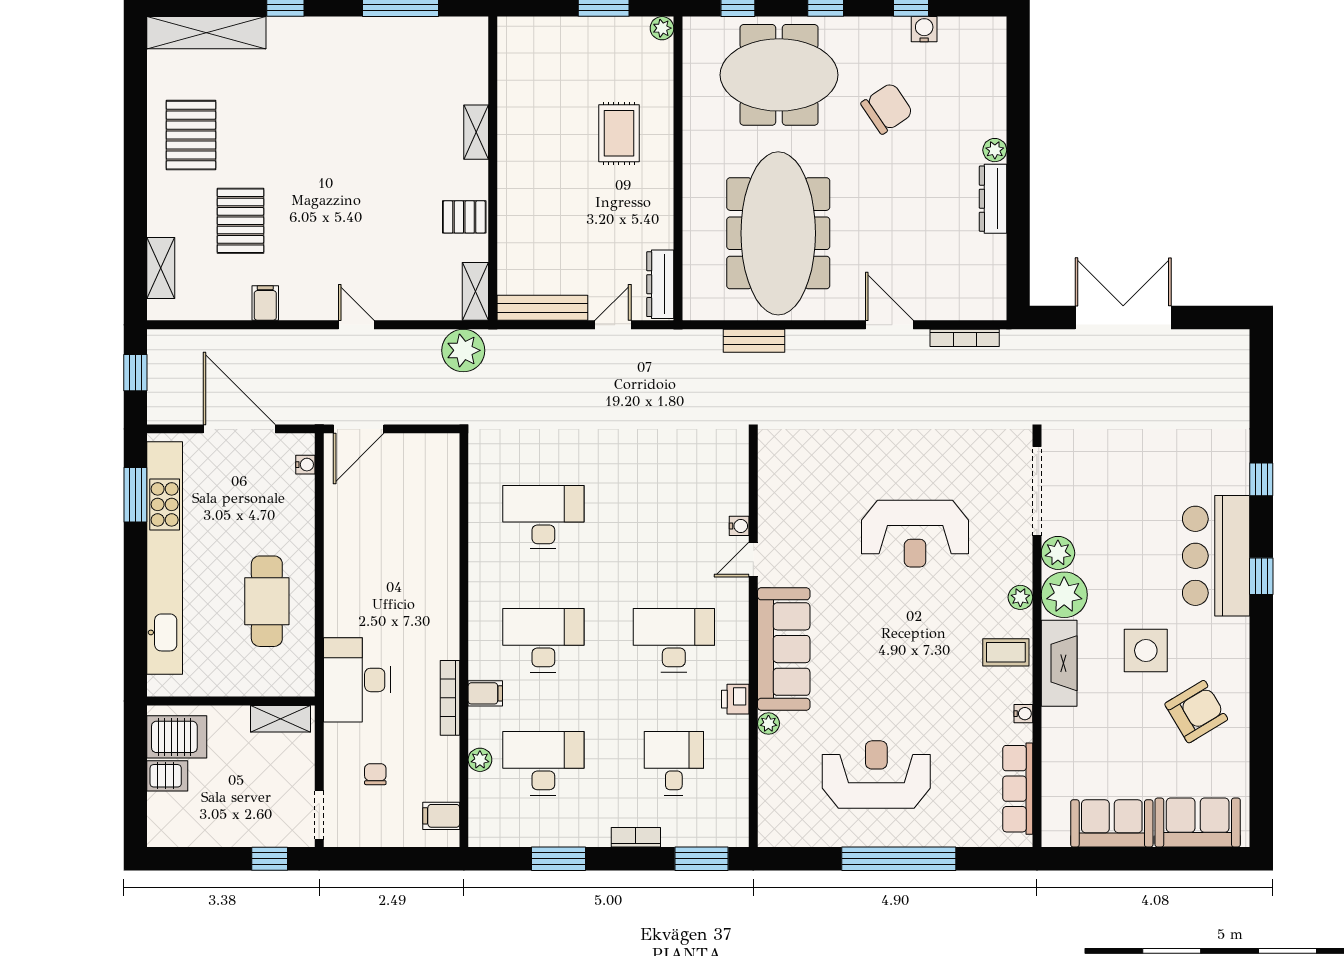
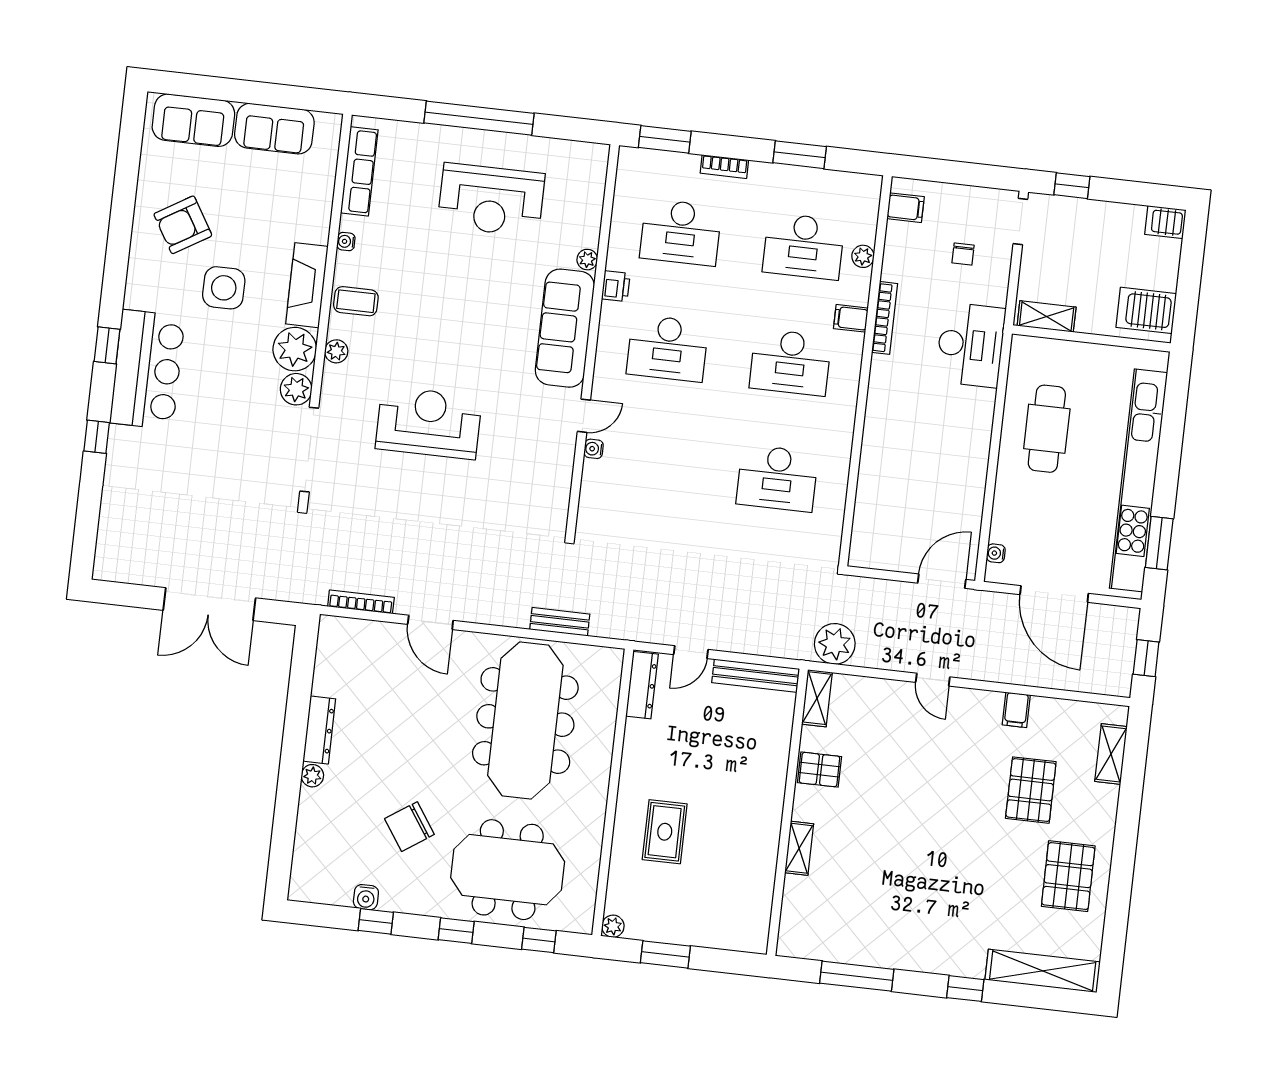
desk: (674, 763) -> (681, 232), width x1.37
server rack: (167, 776) -> (1165, 222), moved

